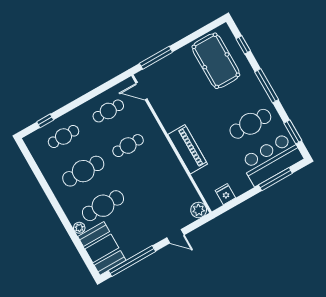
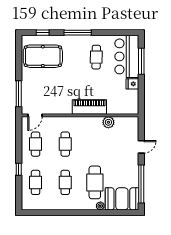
window: (45, 121) -> (19, 169), moved
cafe table: (250, 124) -> (96, 57), width x0.73, depth x0.74
window: (293, 132) -> (117, 33), removed
cafe table: (83, 171) -> (65, 182), width x0.73, depth x0.74
fridge: (225, 194) -> (132, 84), moved
plant: (199, 210) -> (108, 122), moved

